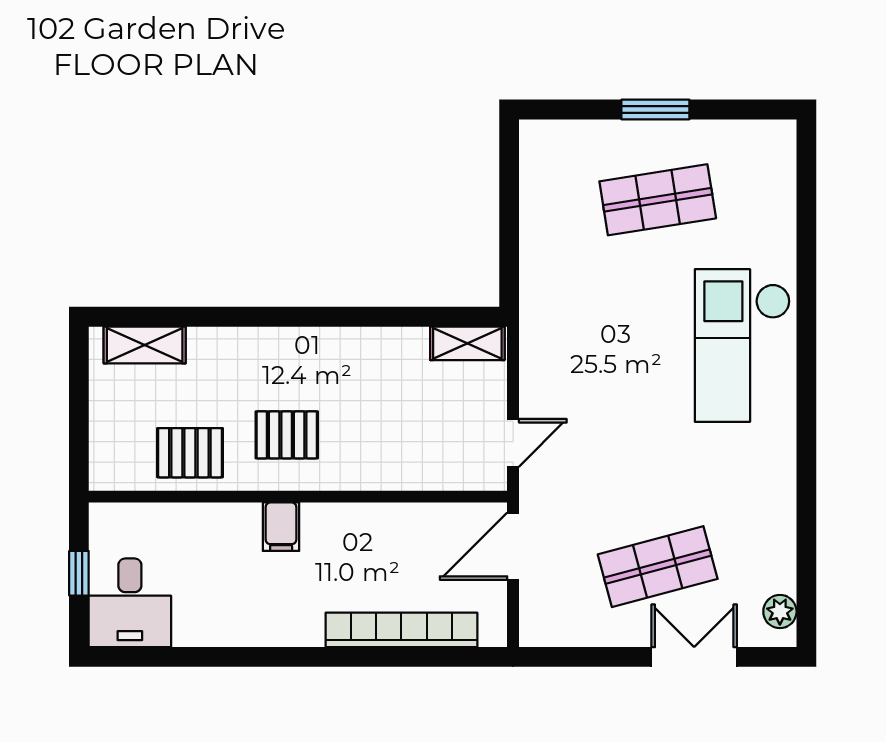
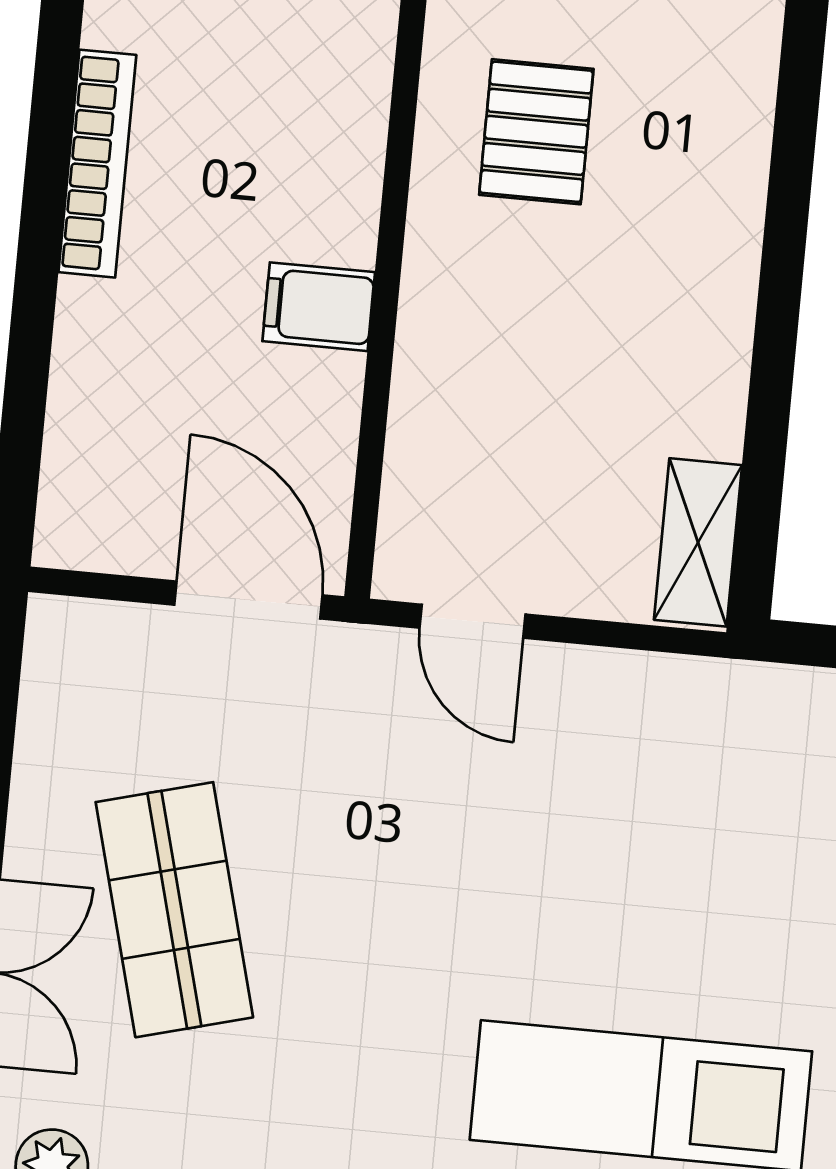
filing cabinet: (281, 527) -> (319, 307), moved
bookcase: (401, 630) -> (97, 164), moved, width x0.68, depth x0.76

